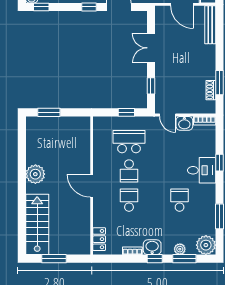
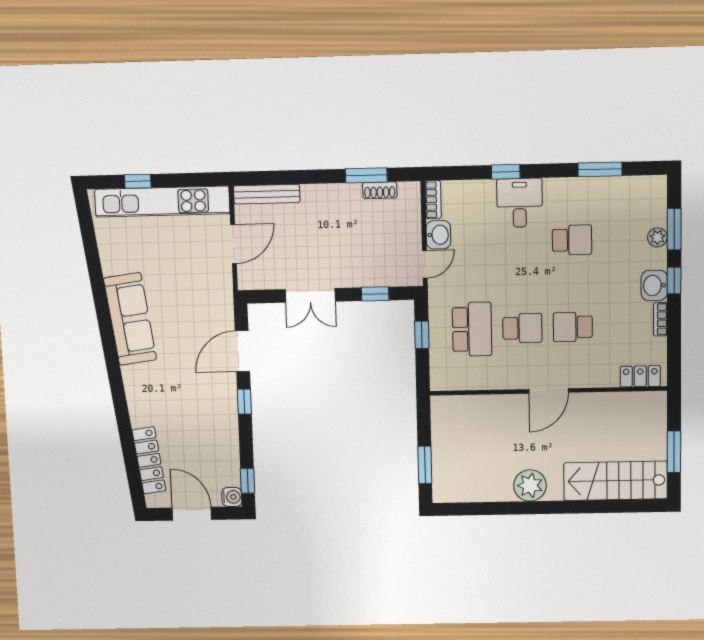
school desk: (129, 142) -> (472, 329), turned 180
school desk: (180, 200) -> (572, 240), turned 180
plant: (206, 245) -> (650, 192), removed

